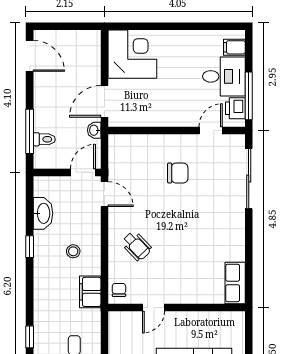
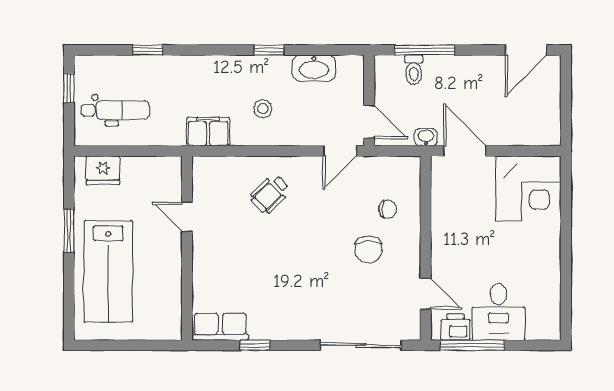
filing cabinet: (234, 47) -> (538, 326), removed
window: (249, 257) -> (255, 345), added
chair: (119, 290) -> (388, 209), moved

